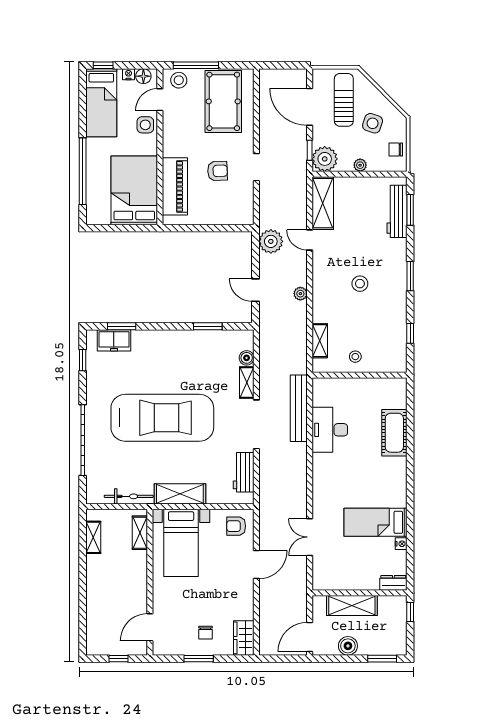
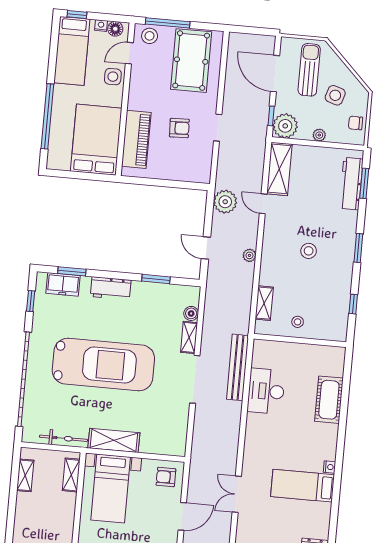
garage door: (83, 440) -> (24, 379), width x1.36
workbench: (244, 472) -> (111, 288), moved, turned -90
nightstand: (401, 544) -> (329, 467), moved

